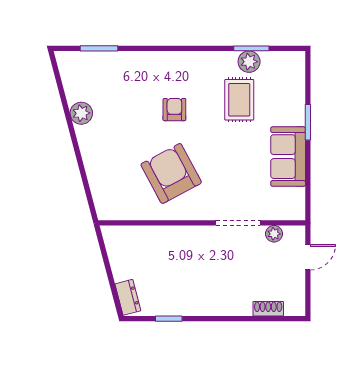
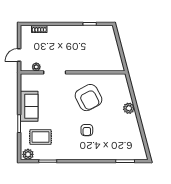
plant: (249, 62) -> (28, 154), moved
rug: (239, 100) -> (40, 137), moved, turned 90
plant: (81, 113) -> (129, 108), moved
dresser: (128, 297) -> (110, 35), removed

